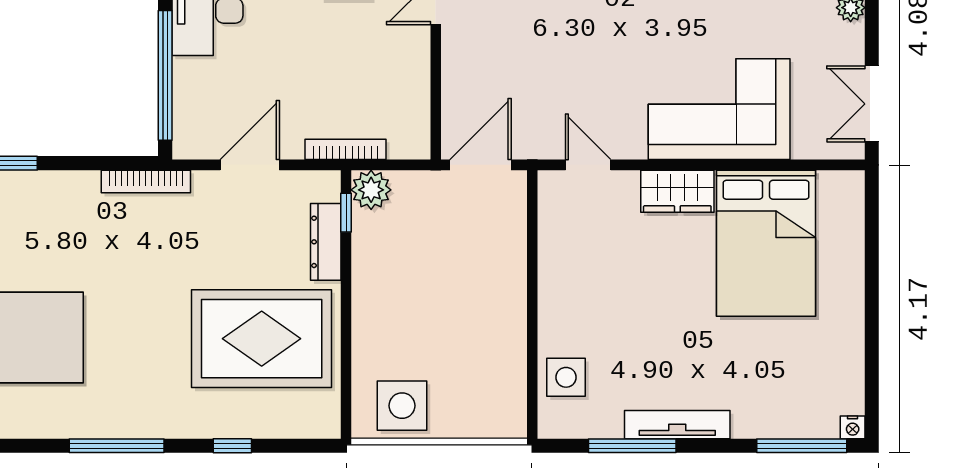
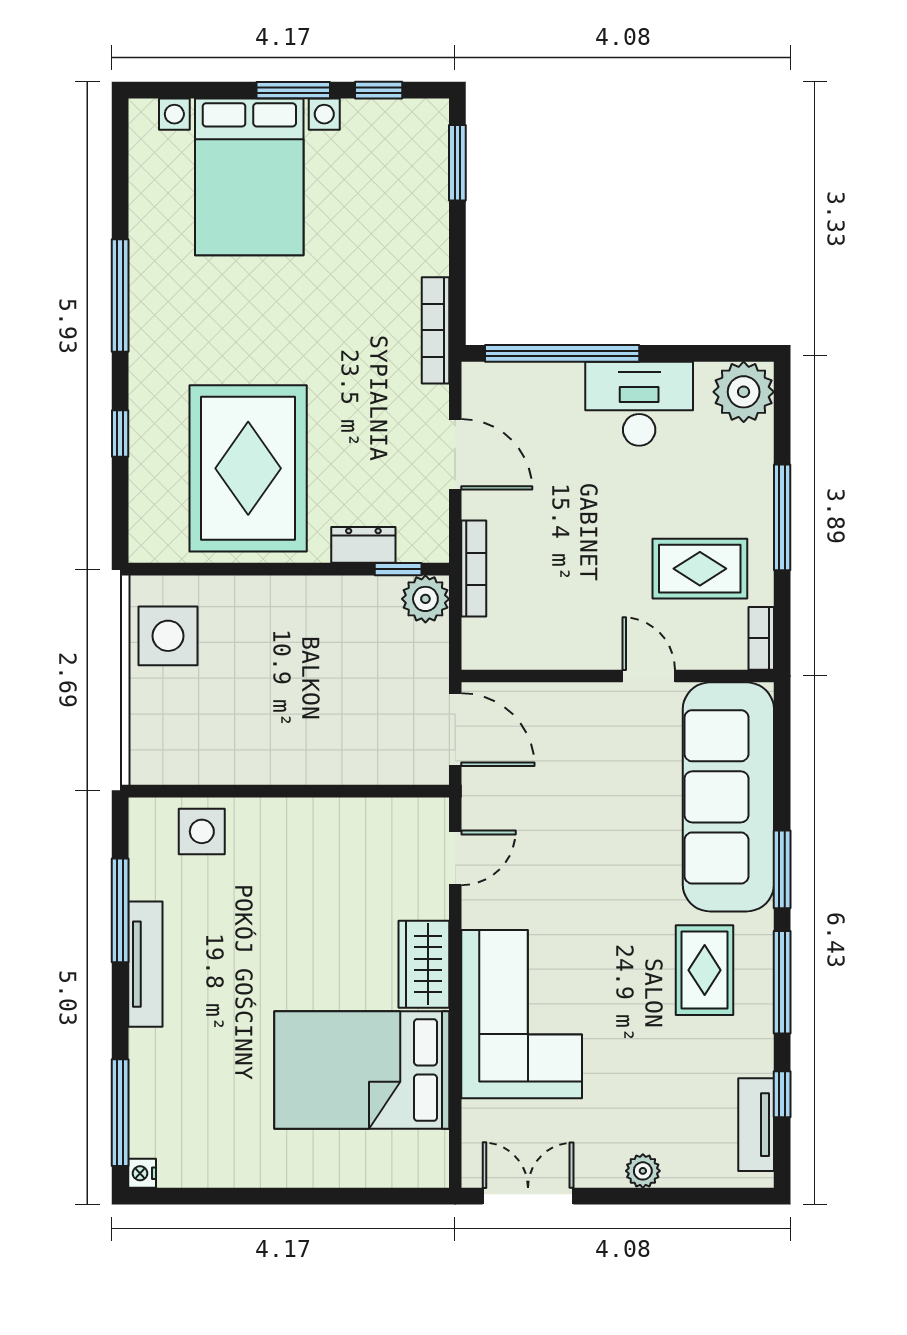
dresser: (326, 242) -> (363, 545), width x0.70

